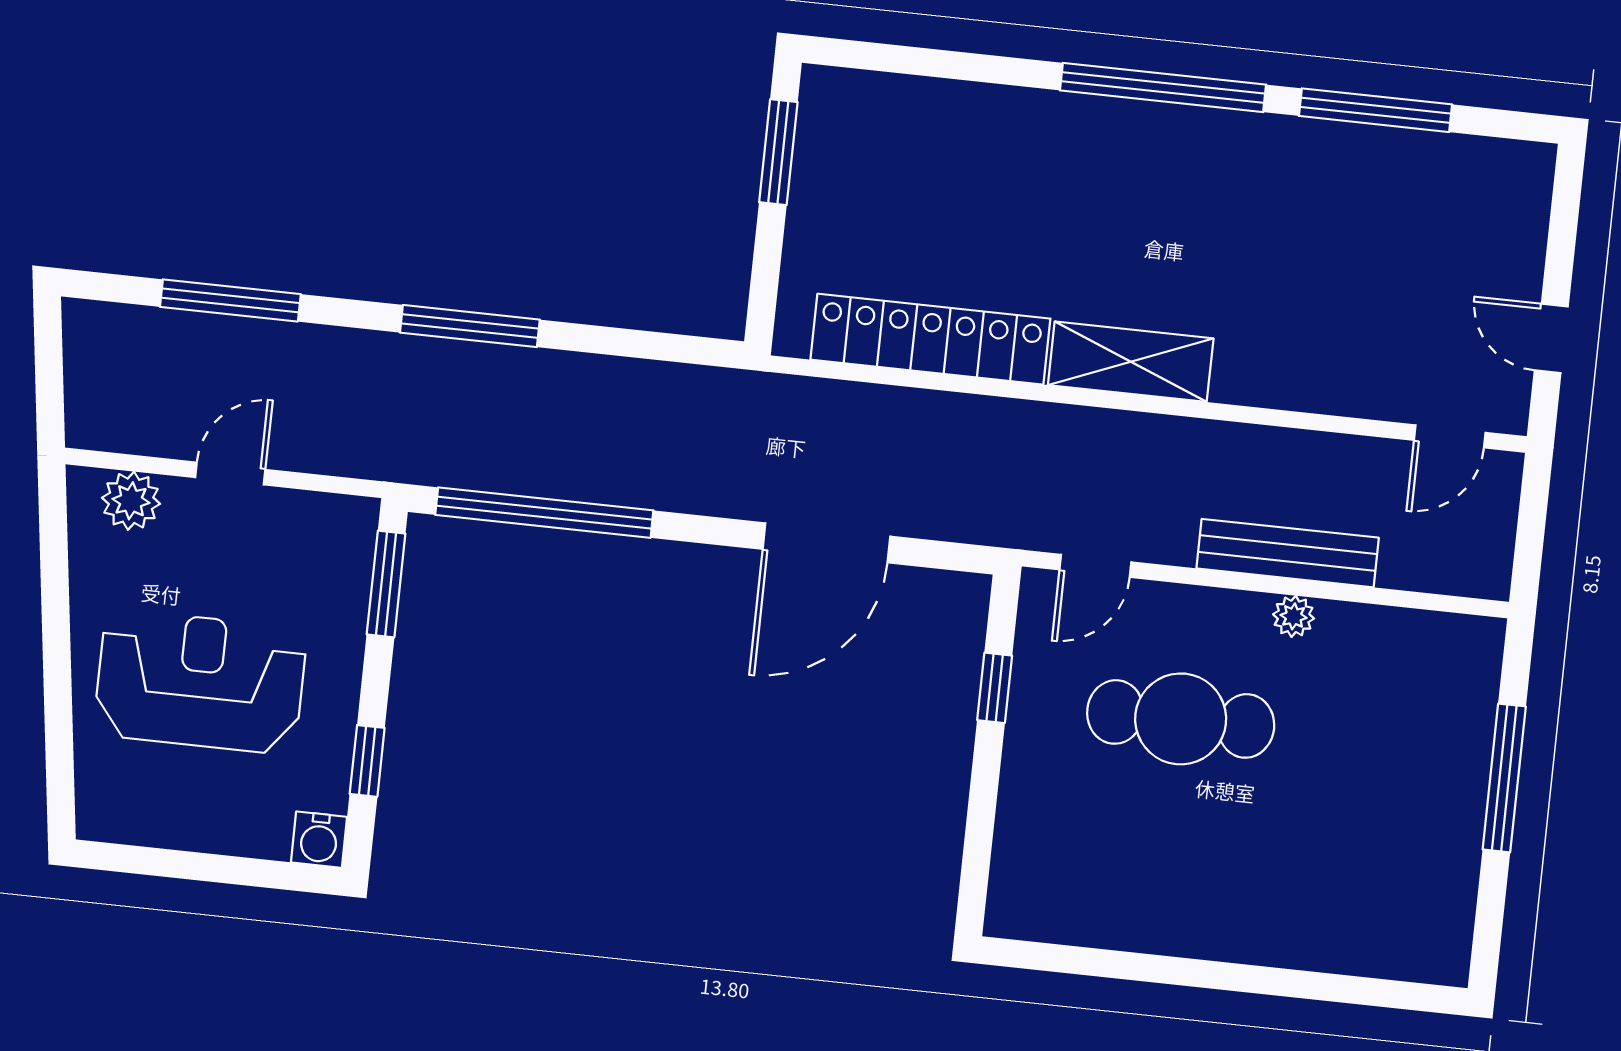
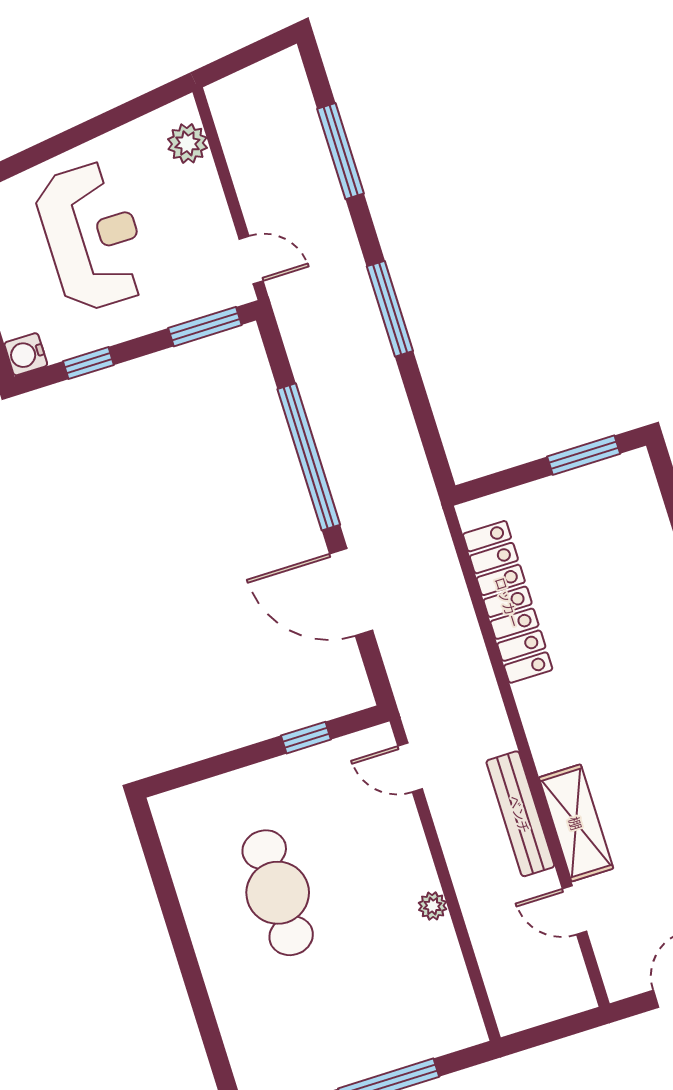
shelving: (1131, 362) -> (576, 823), moved
door: (1450, 436) -> (574, 910), moved
door: (230, 474) -> (251, 260), moved
window: (544, 513) -> (309, 457), moved
bench: (1288, 553) -> (520, 814), moved
cafe table: (1181, 719) -> (278, 893), moved

